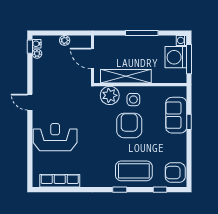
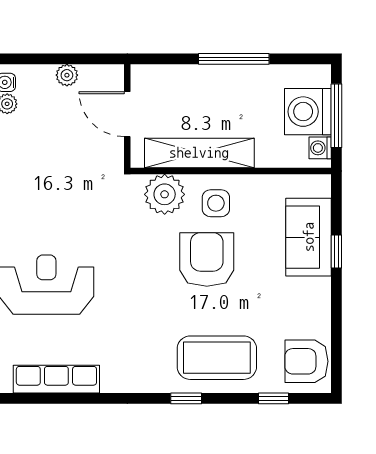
washing machine: (182, 40) -> (320, 148), moved

